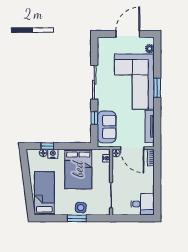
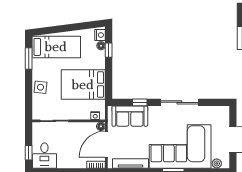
nightstand: (53, 154) -> (100, 35), moved
window: (77, 218) -> (29, 58), moved
window: (140, 218) -> (29, 153), added

